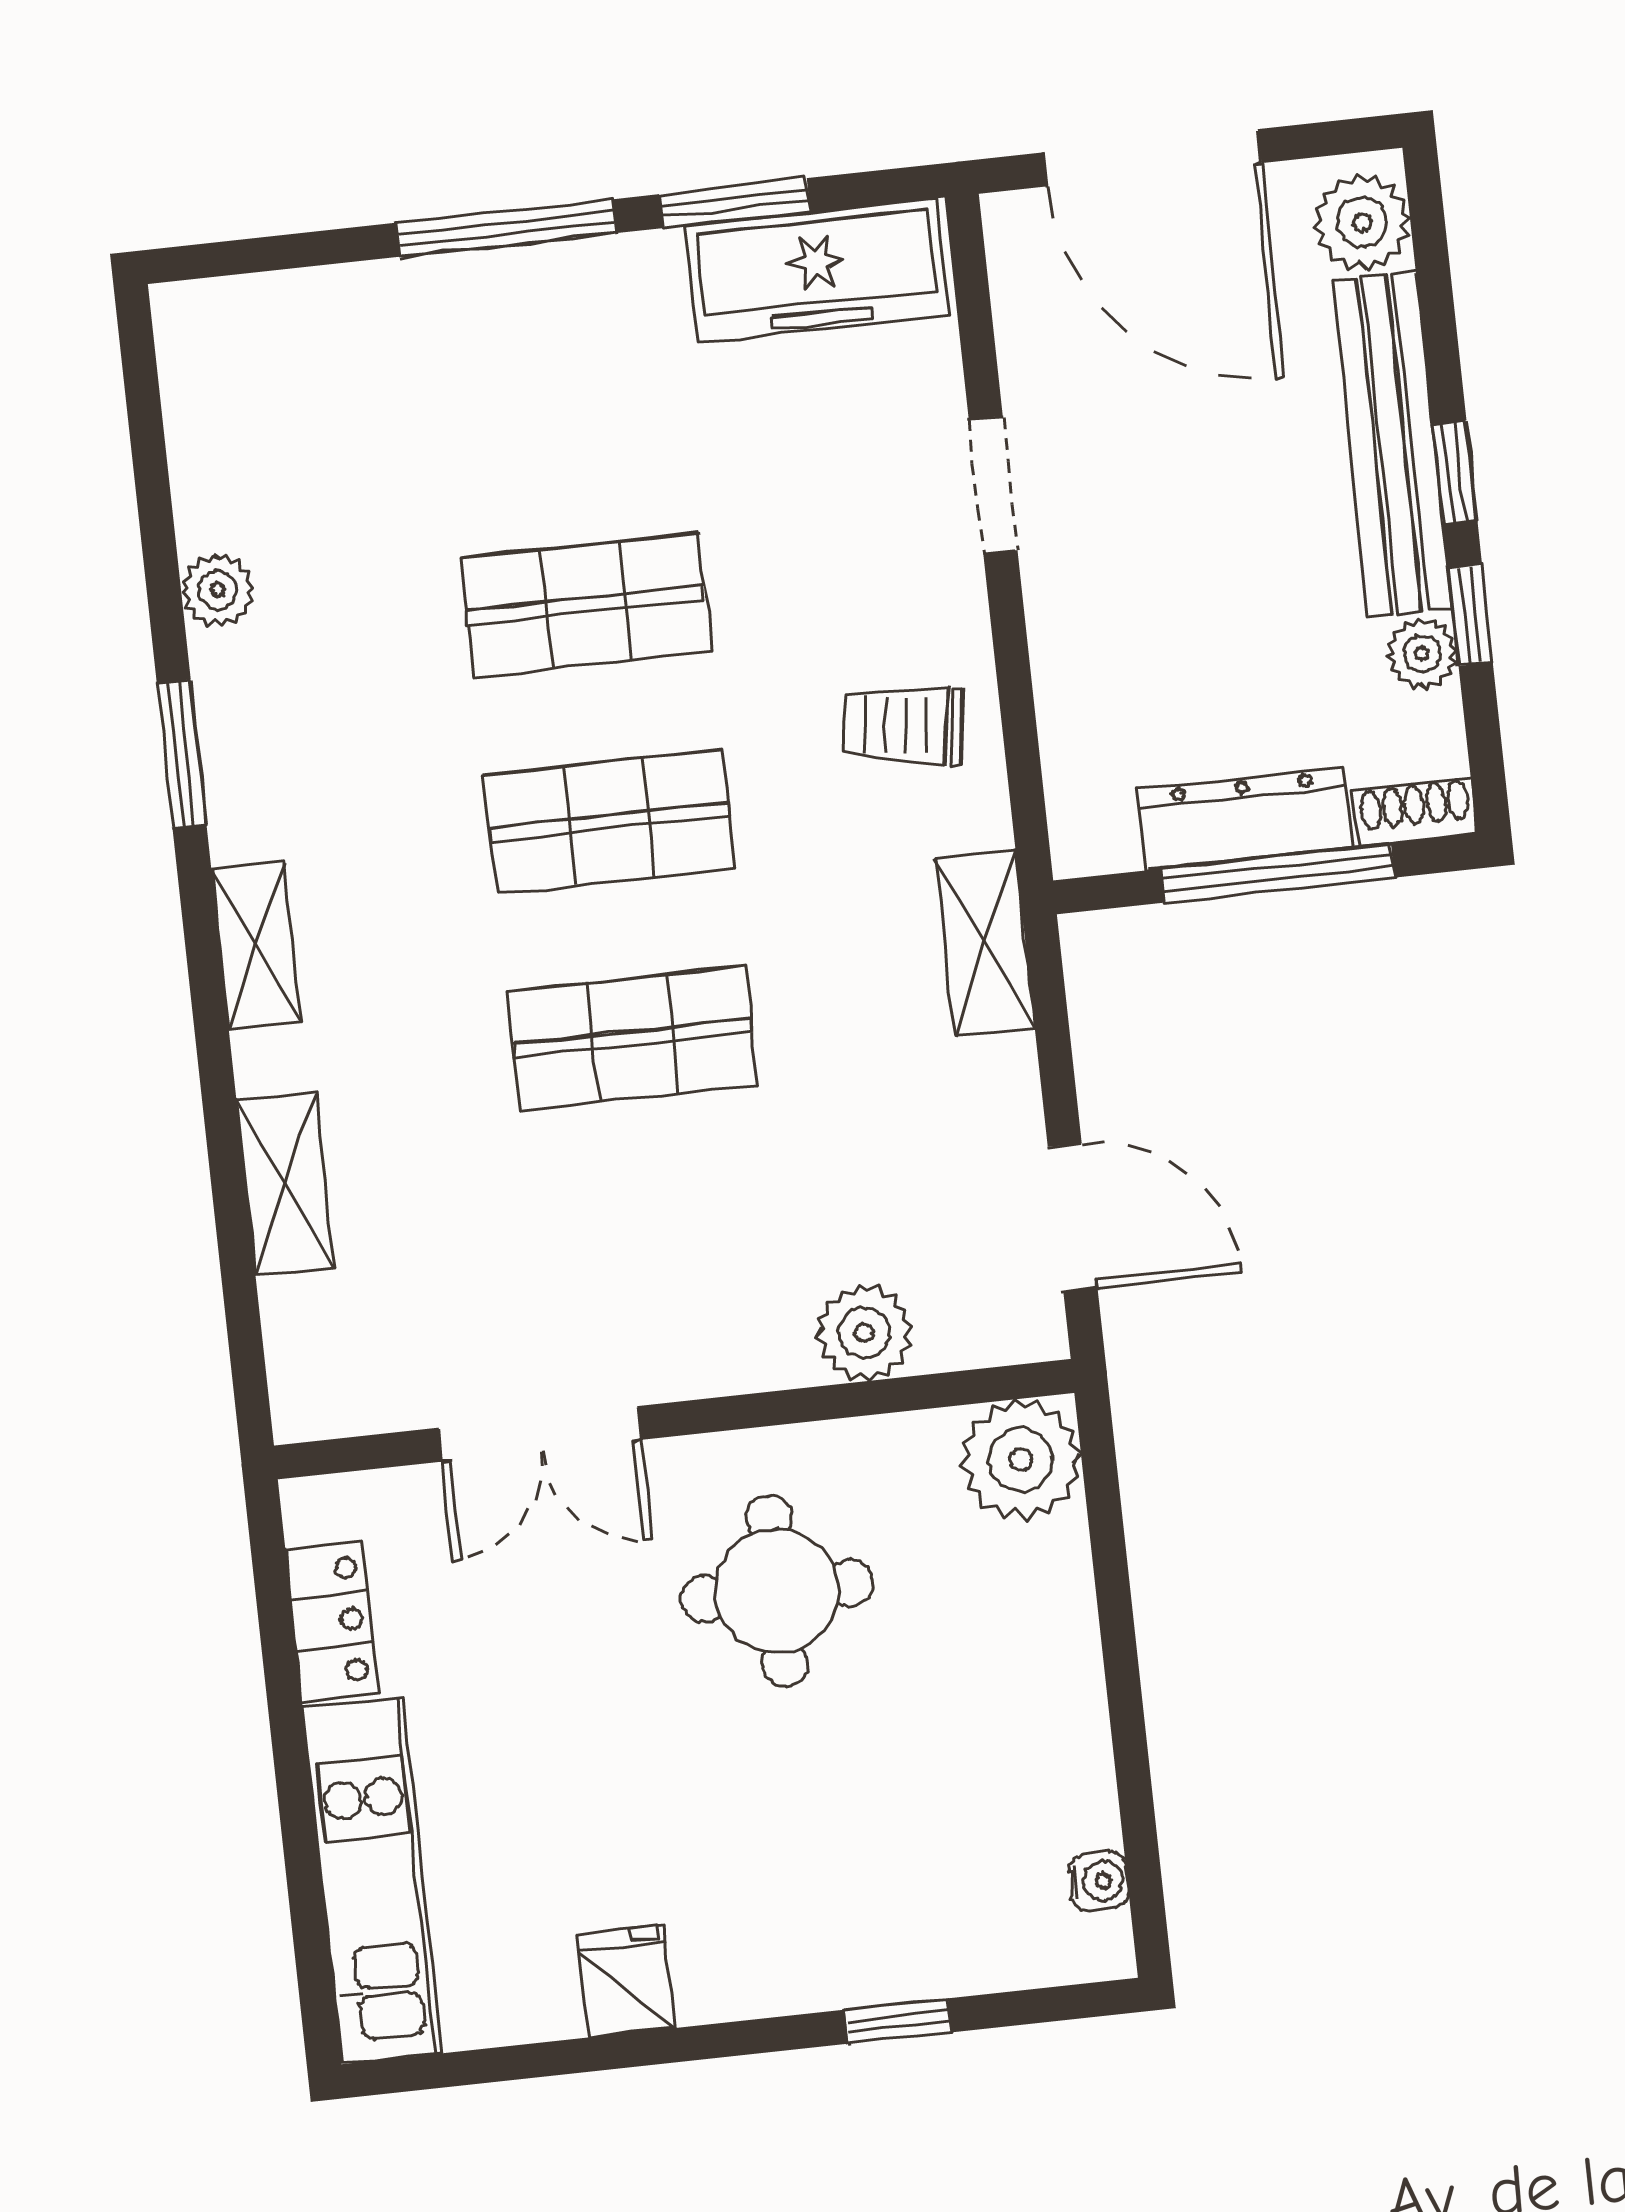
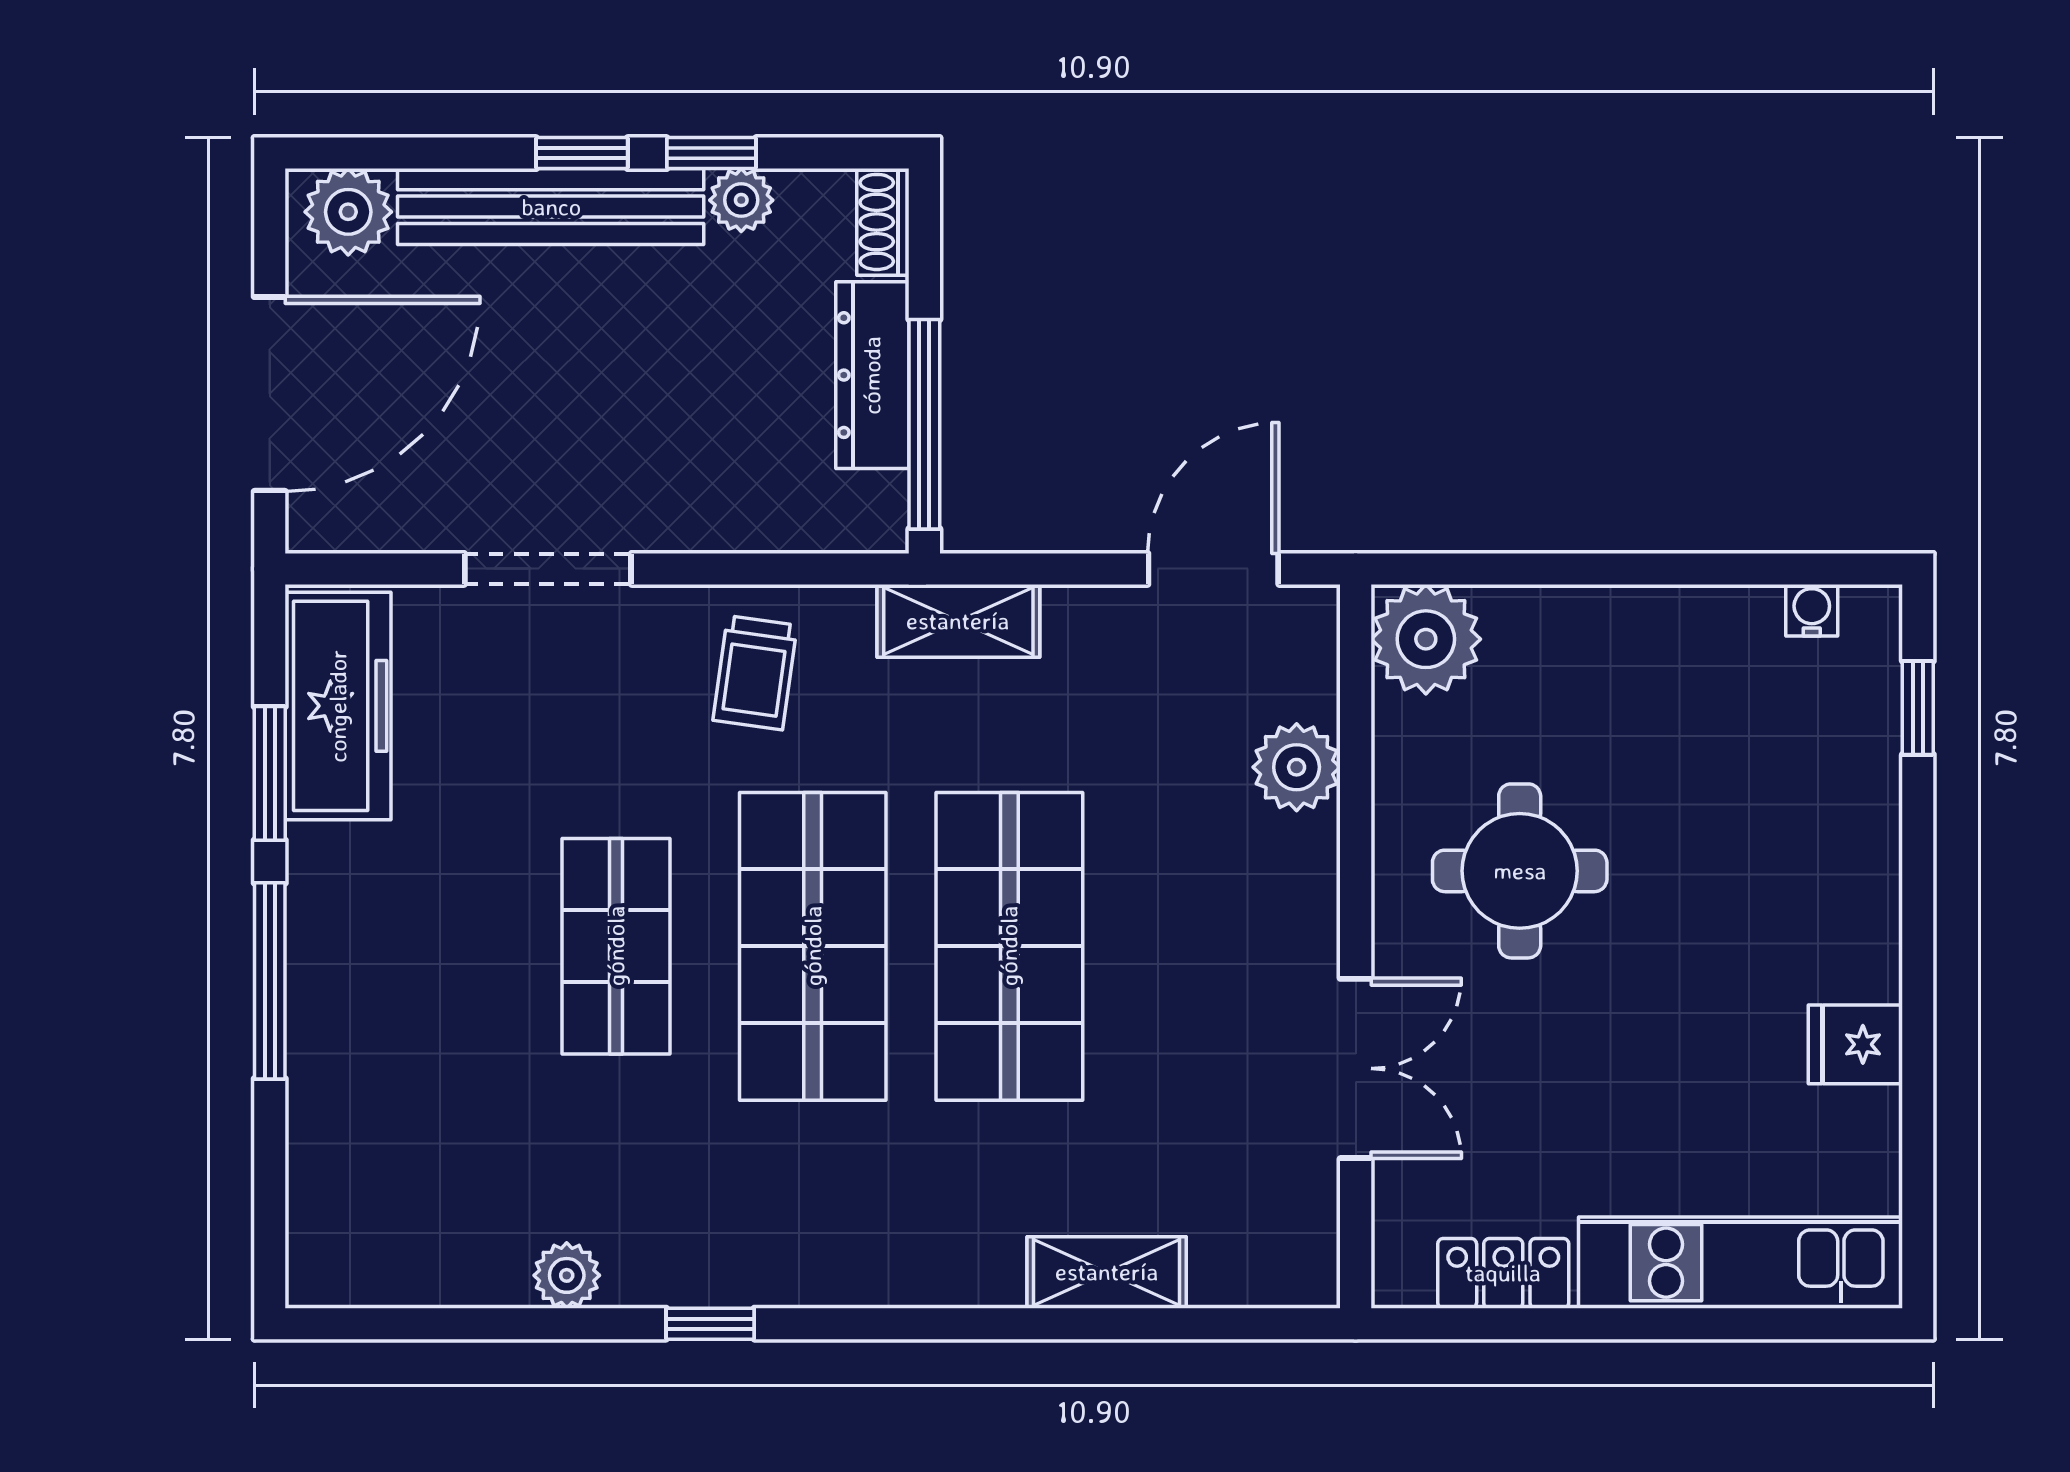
doorway: (993, 485) -> (548, 569), width x1.38
window: (182, 754) -> (710, 1324), width x0.67
shop shelf: (609, 821) -> (813, 946), width x1.43, depth x1.36
window: (1278, 873) -> (924, 424), moved
shelving: (256, 945) -> (889, 1275), removed
shop shelf: (633, 1038) -> (1009, 946), width x1.43, depth x1.36
window: (898, 2021) -> (1918, 708), moved

